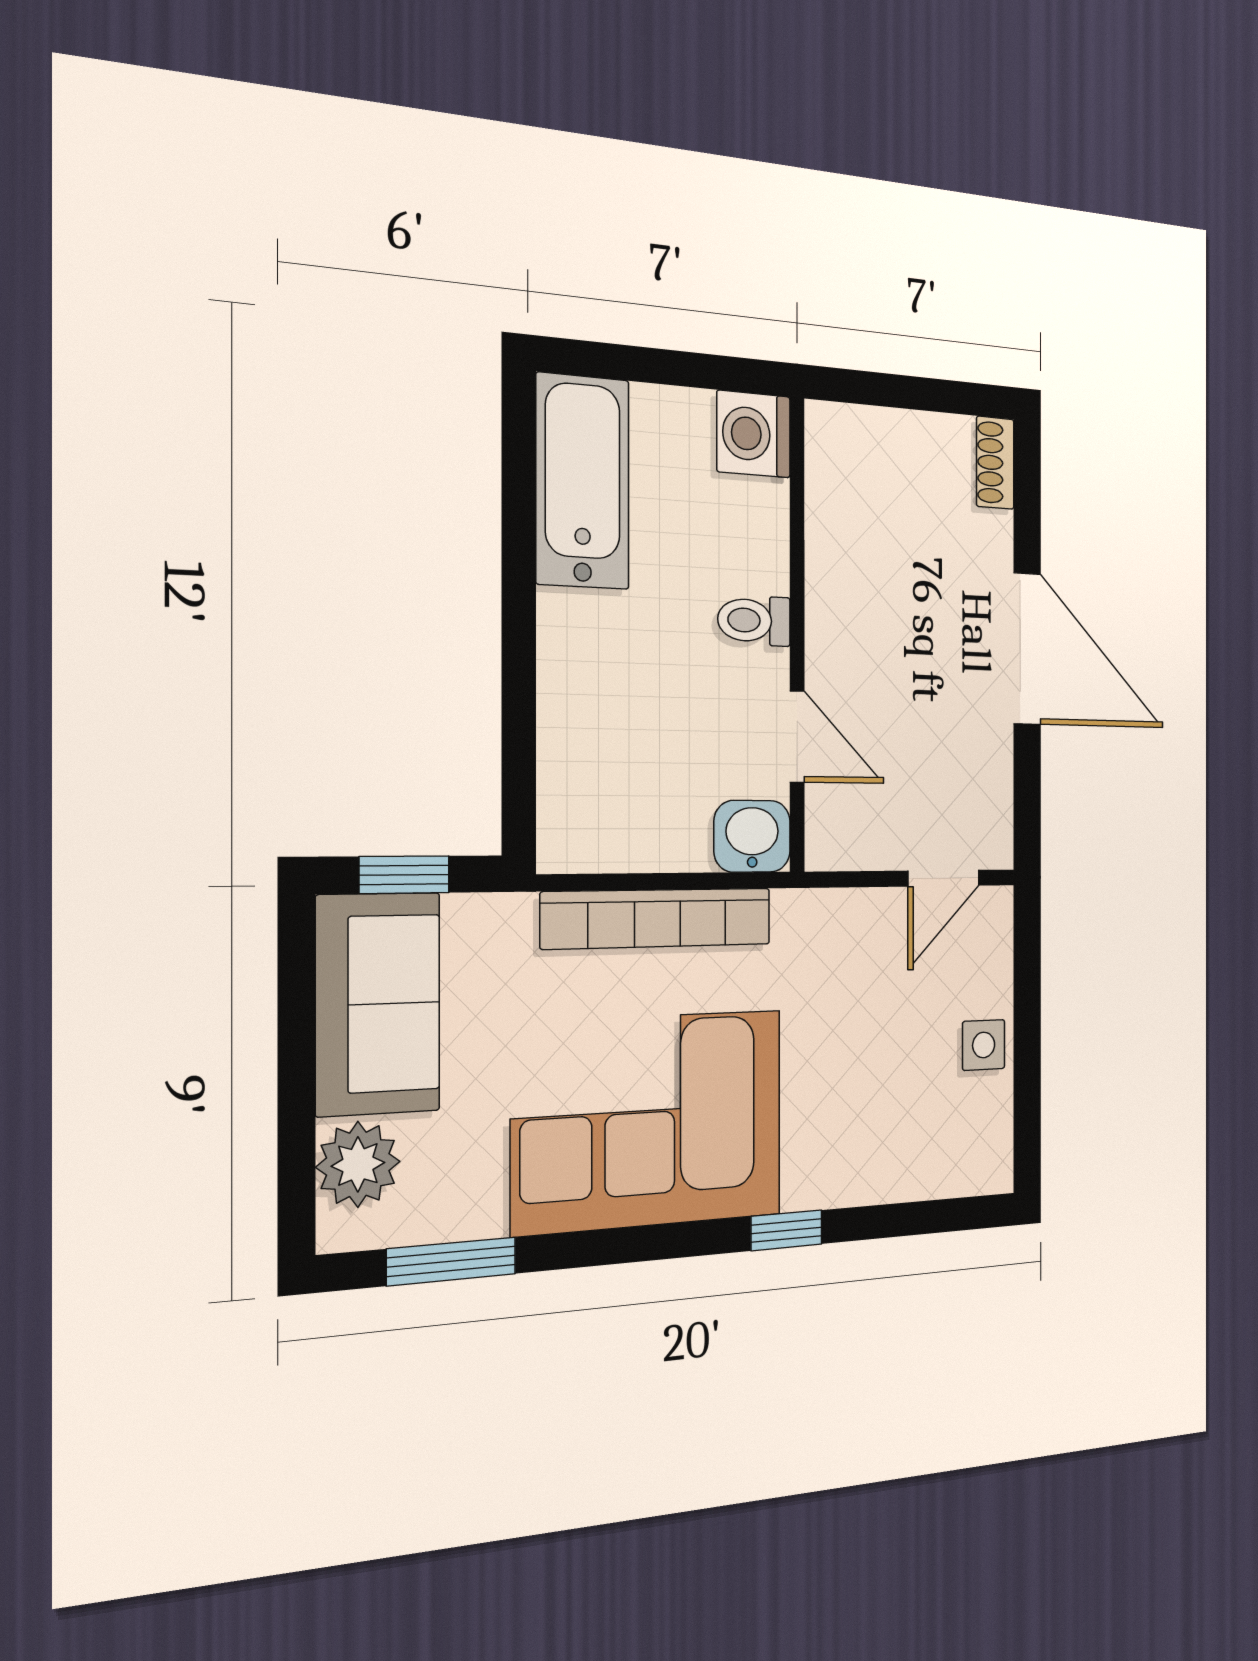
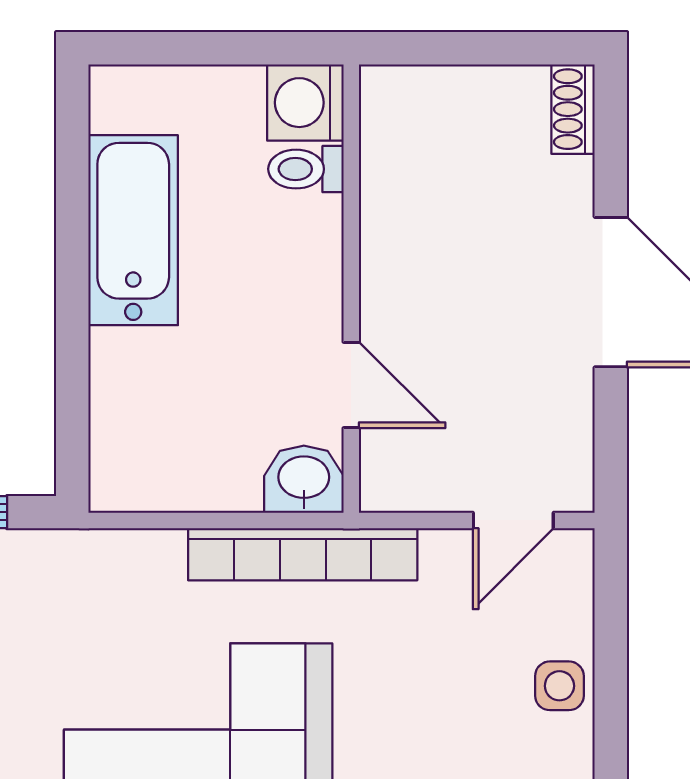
bathtub: (583, 482) -> (133, 230), moved
toilet: (754, 620) -> (306, 169), moved
bookcase: (657, 918) -> (303, 554), moved

